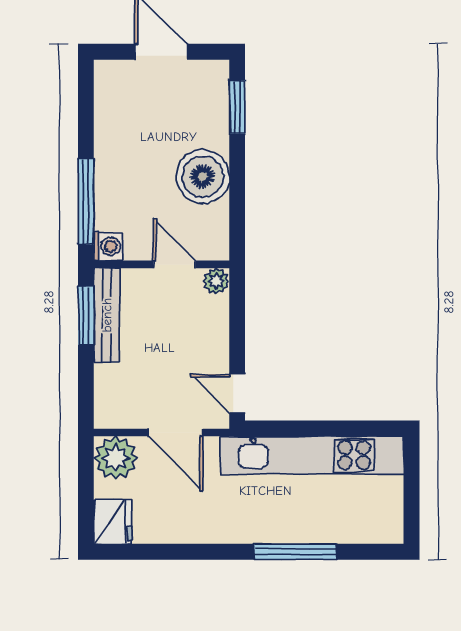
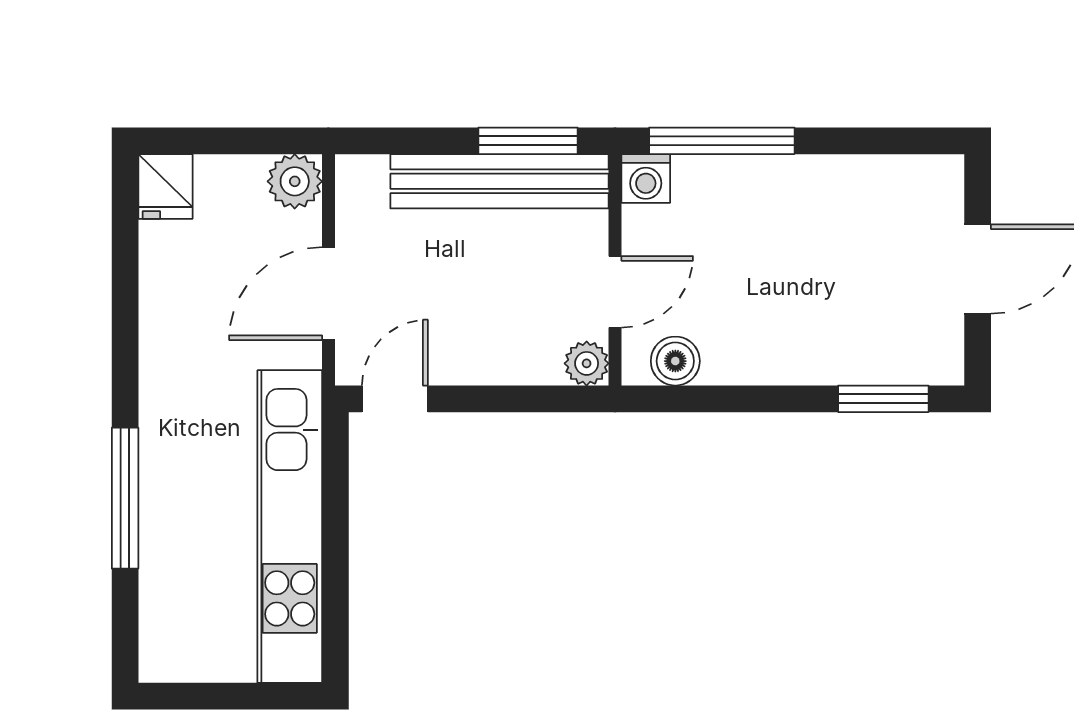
boiler: (203, 177) -> (675, 361), moved, width x0.54, depth x0.54
bench: (107, 315) -> (499, 181), width x1.37, depth x1.21
plant: (115, 458) -> (295, 181), width x0.73, depth x0.73
fridge: (113, 522) -> (165, 186), width x0.72

